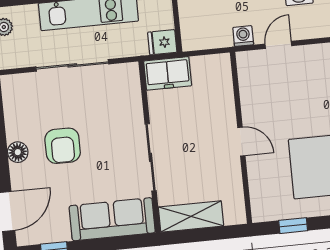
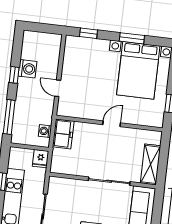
washing machine: (243, 36) -> (45, 131), moved
freezer: (168, 73) -> (63, 134), moved

